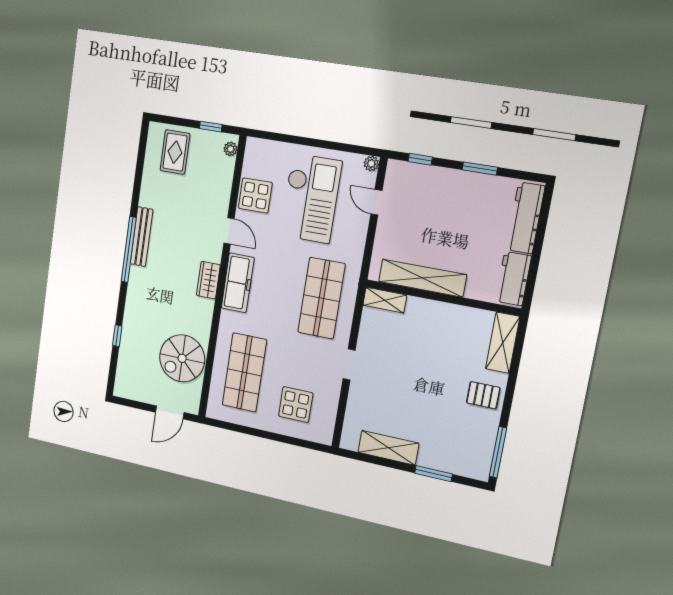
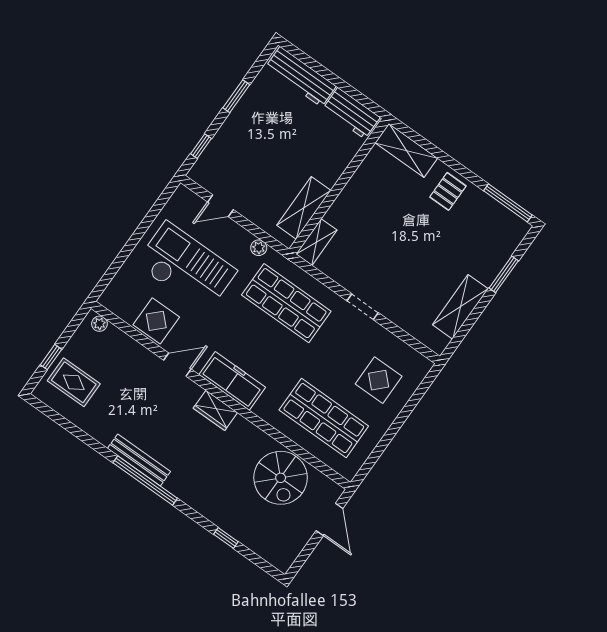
window: (211, 127) -> (51, 357), moved
plant: (371, 164) -> (259, 248), moved
shelving: (422, 278) -> (304, 208), width x0.68

